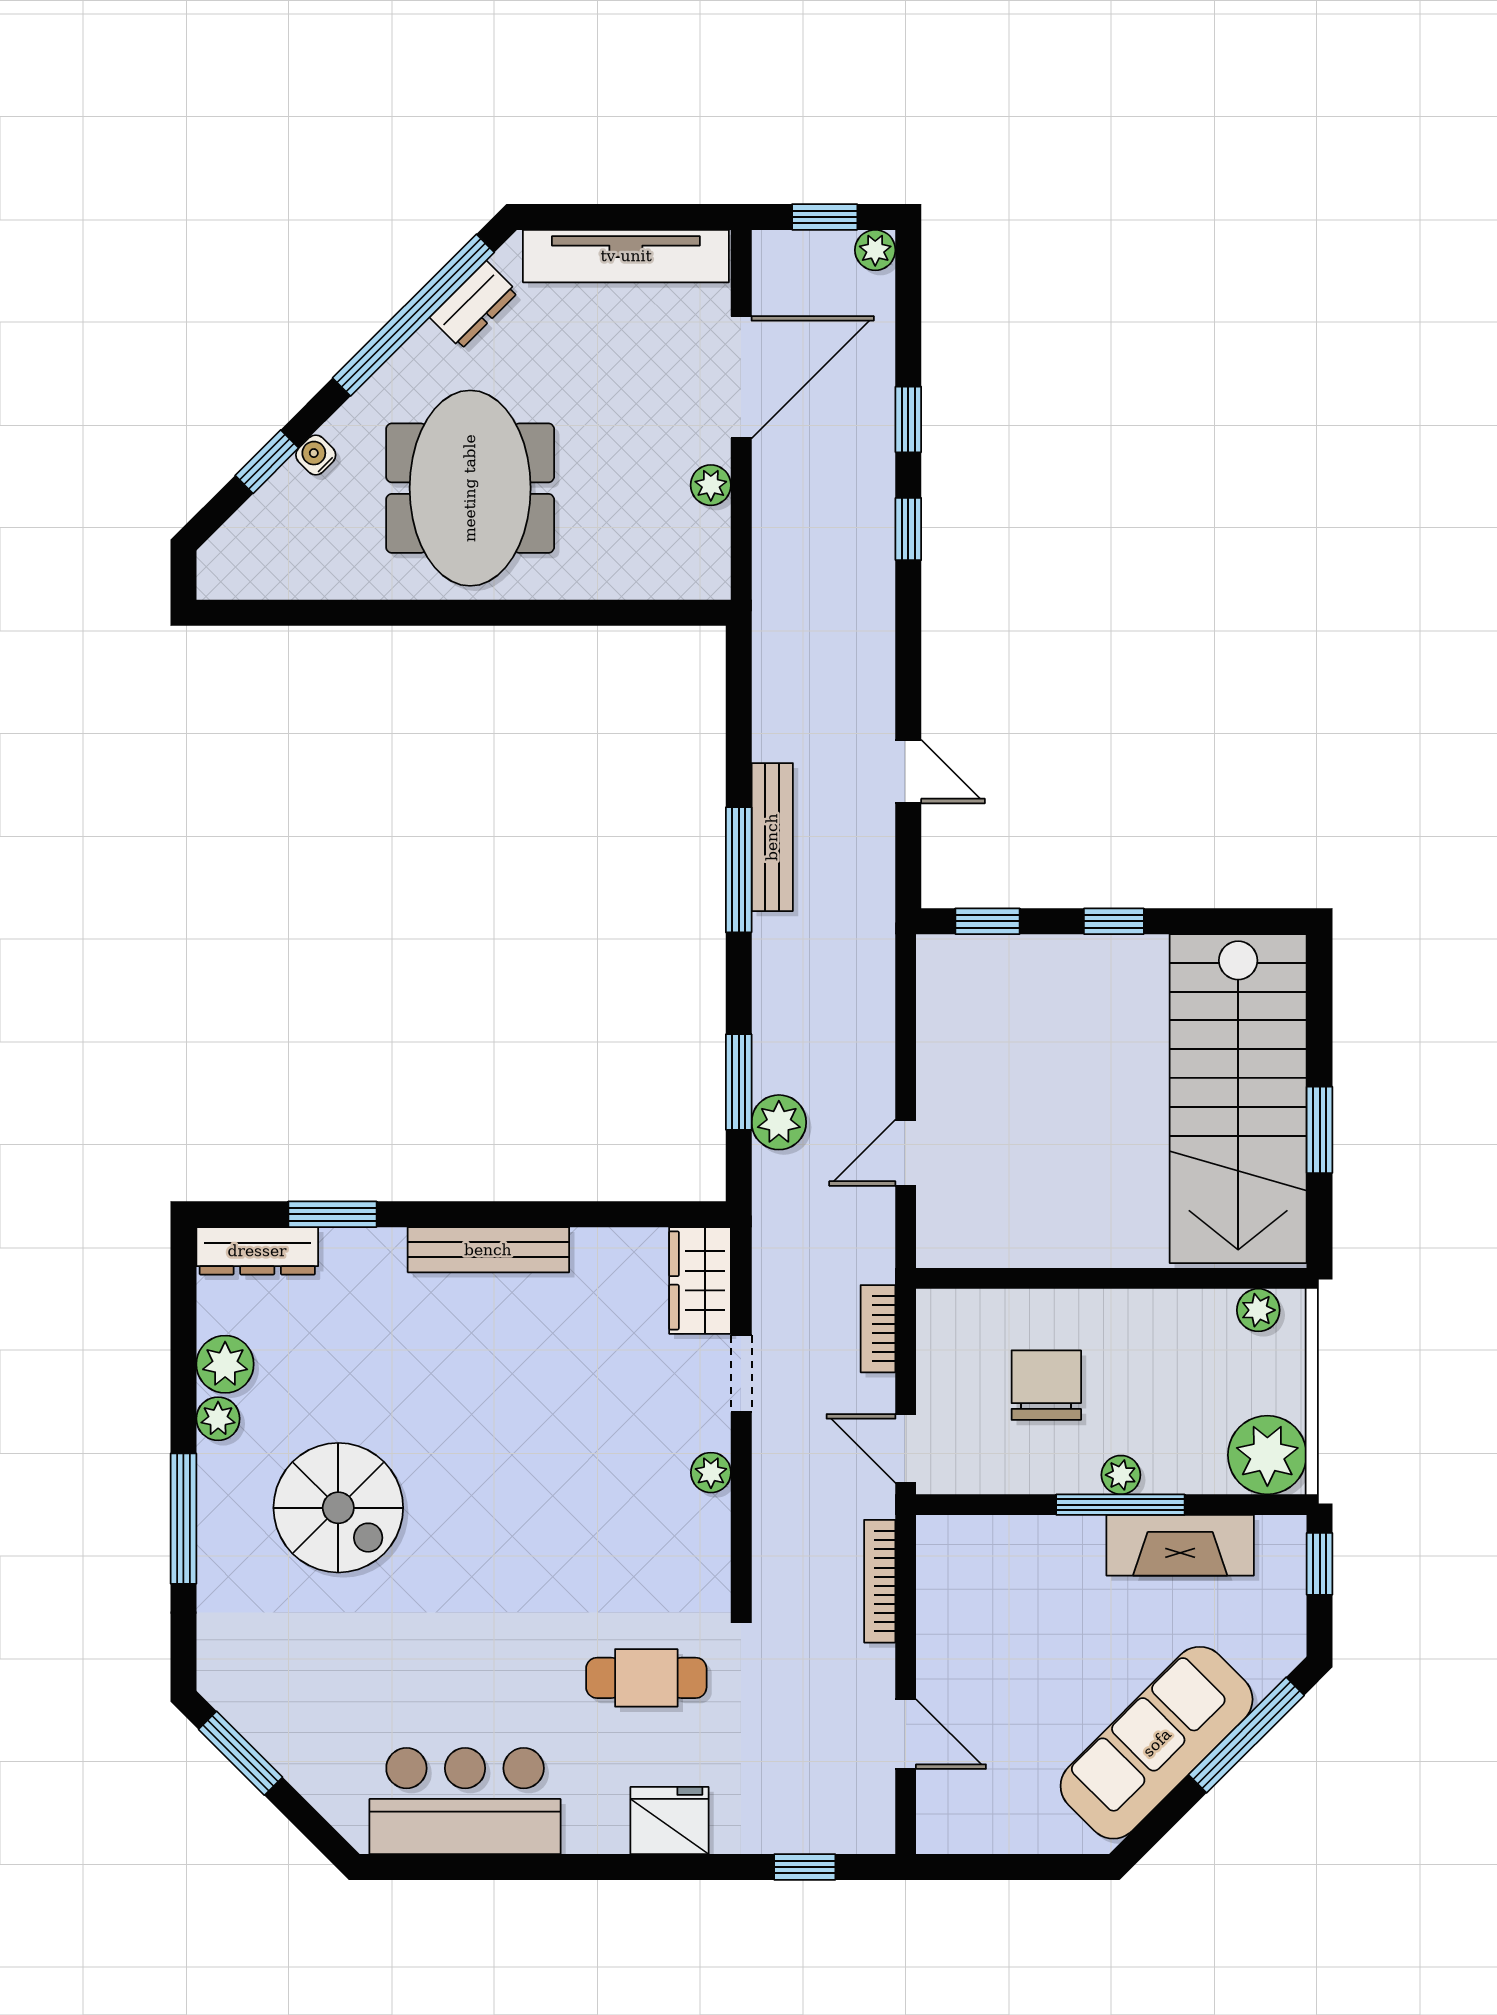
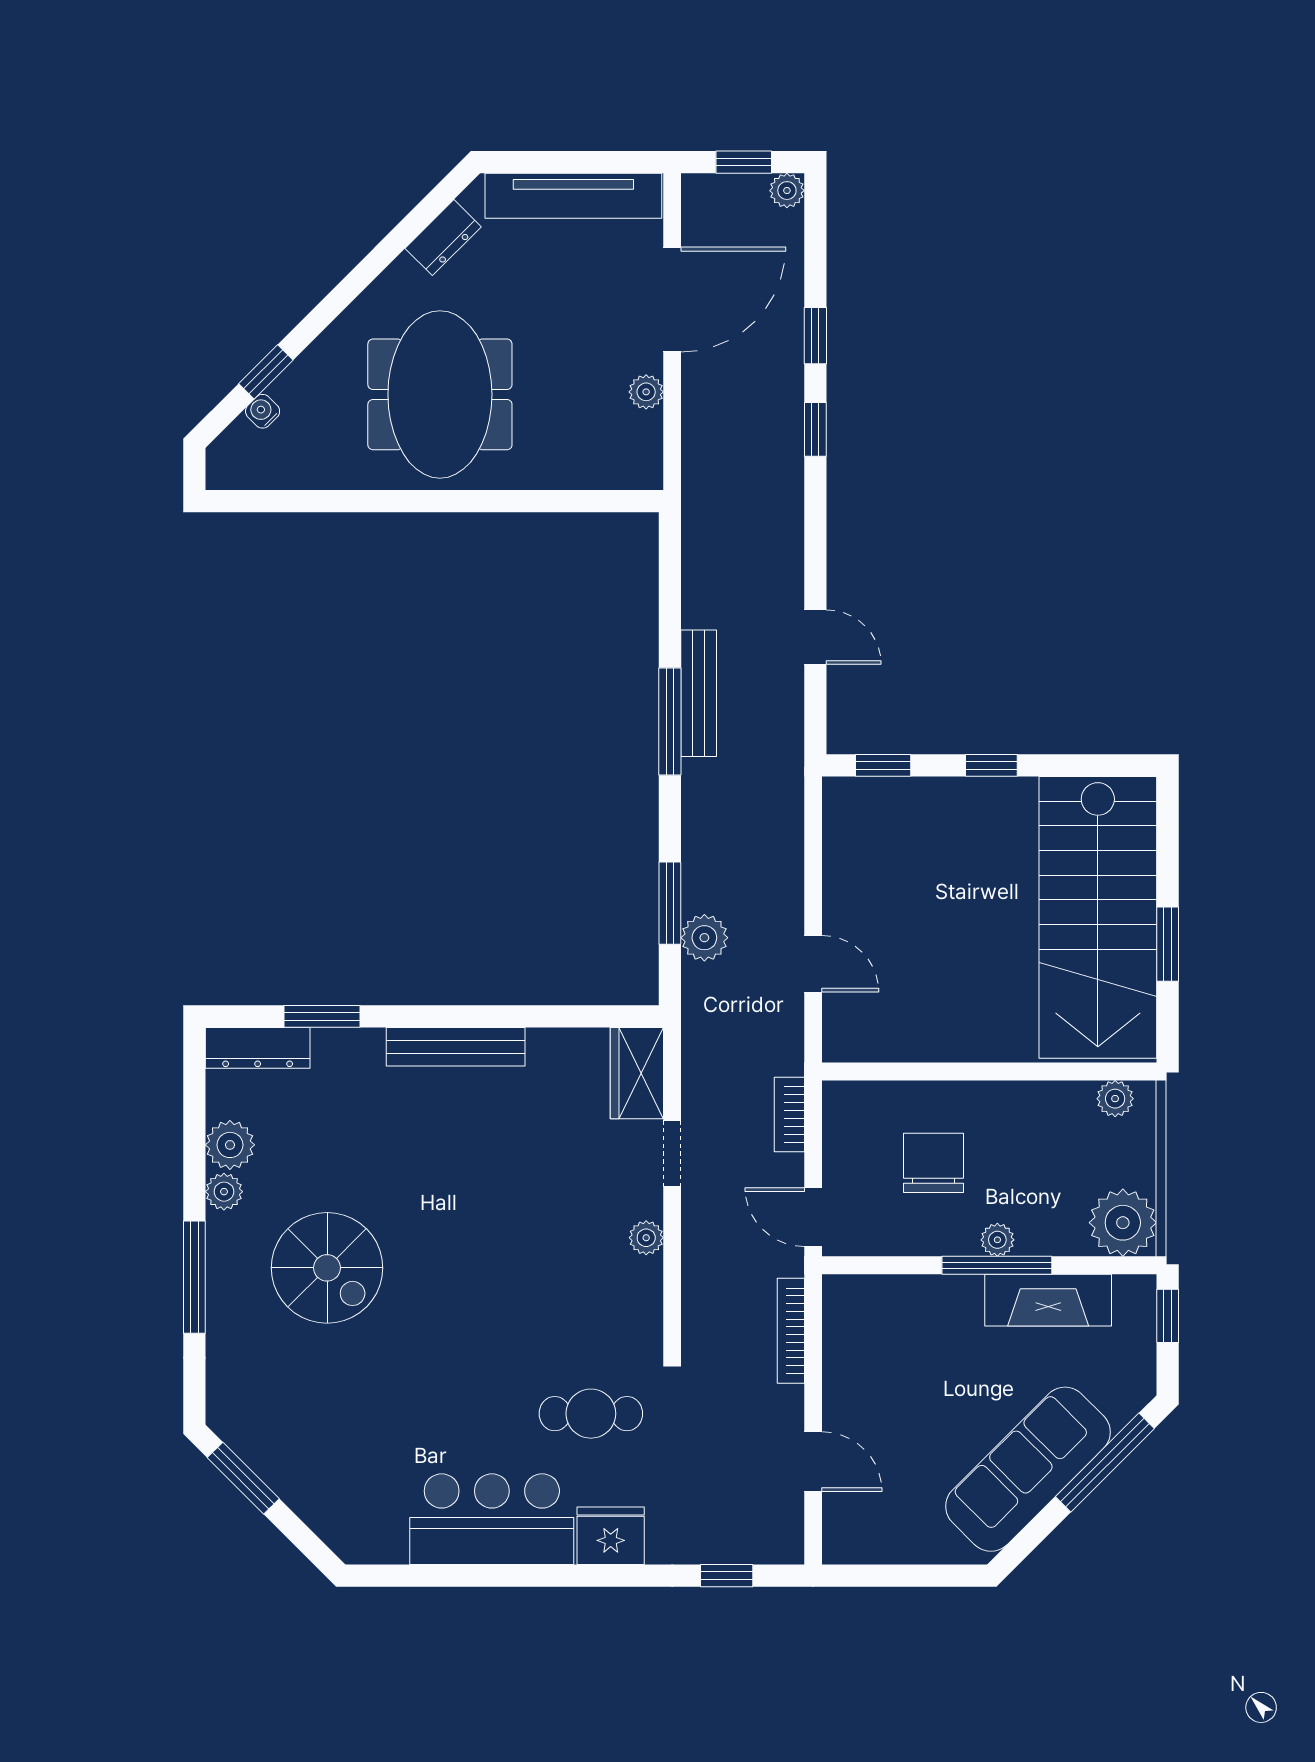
window: (413, 315) -> (391, 246), removed
water cooler: (316, 455) -> (263, 411), moved
door: (906, 1153) -> (813, 964), swing flipped
bar counter: (465, 1801) -> (492, 1519), moved

